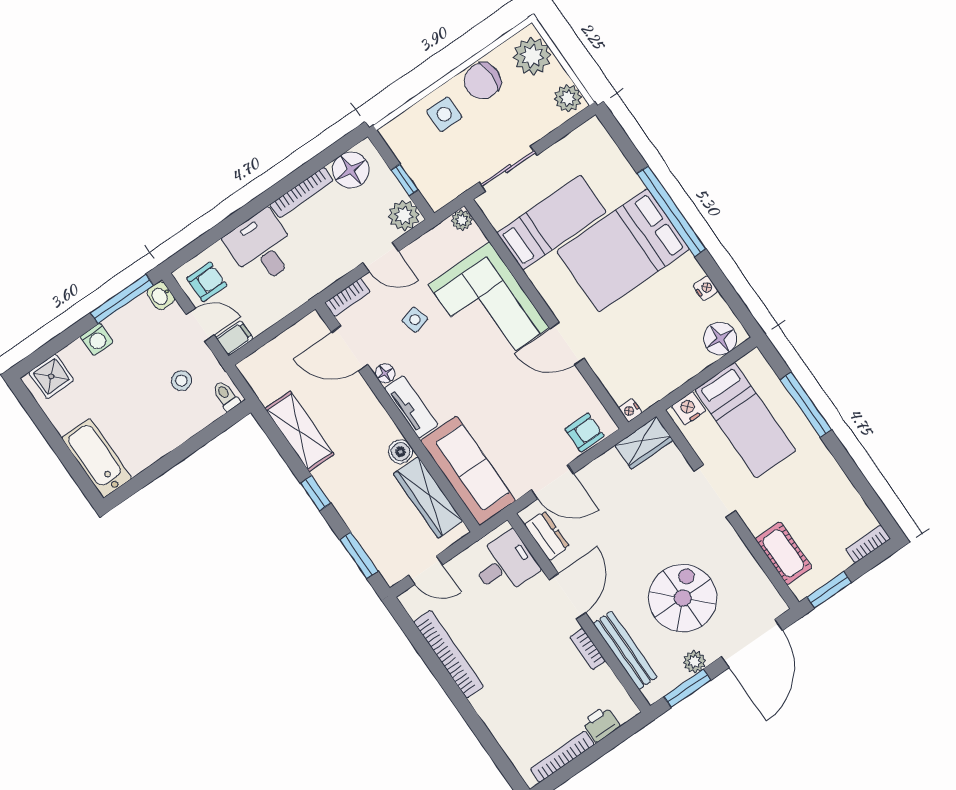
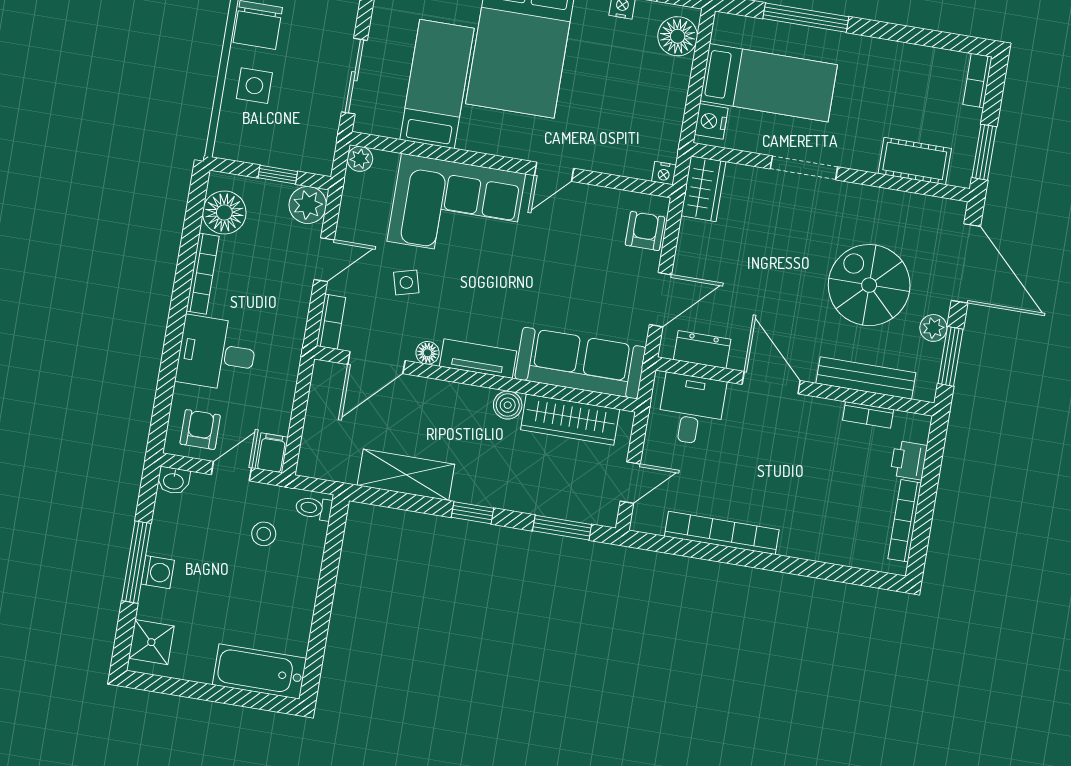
window: (122, 299) -> (136, 562), moved
door: (567, 344) -> (554, 172), width x0.73
bookcase: (588, 649) -> (868, 415), moved

